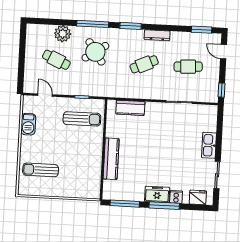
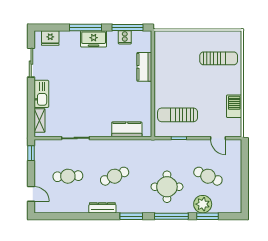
window: (201, 30) -> (207, 216), moved
round table: (95, 52) -> (167, 187), turned 34
shelving: (212, 120) -> (40, 120), added
kitchen counter: (111, 159) -> (144, 67), width x0.67
cooker: (176, 197) -> (125, 37), moved

